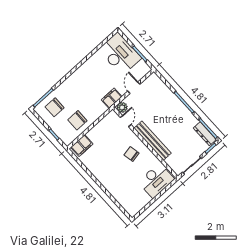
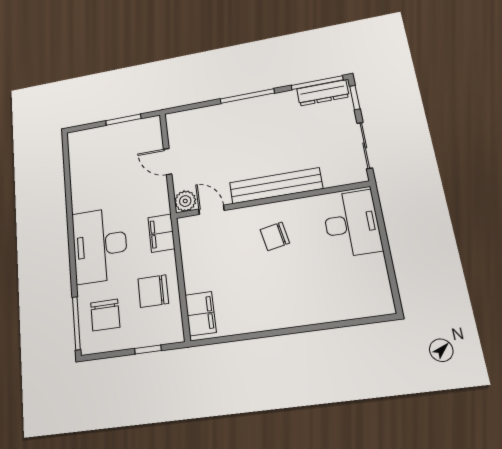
desk: (120, 54) -> (100, 245), moved, turned -90
filing cabinet: (112, 98) -> (161, 233), moved
chair: (77, 120) -> (153, 291), turned 90

